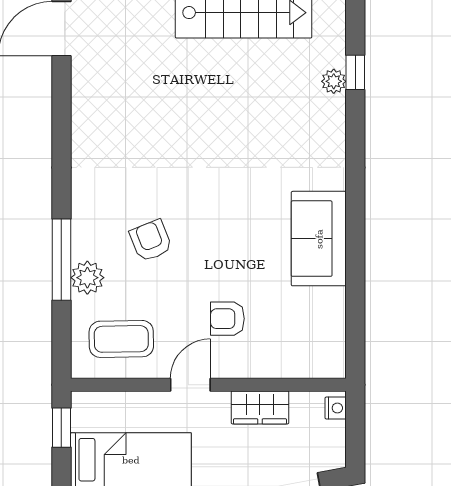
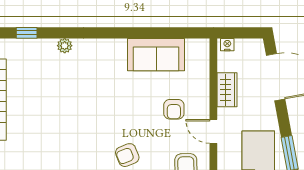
plant: (334, 81) -> (65, 46), moved
sofa: (319, 239) -> (156, 55), moved

